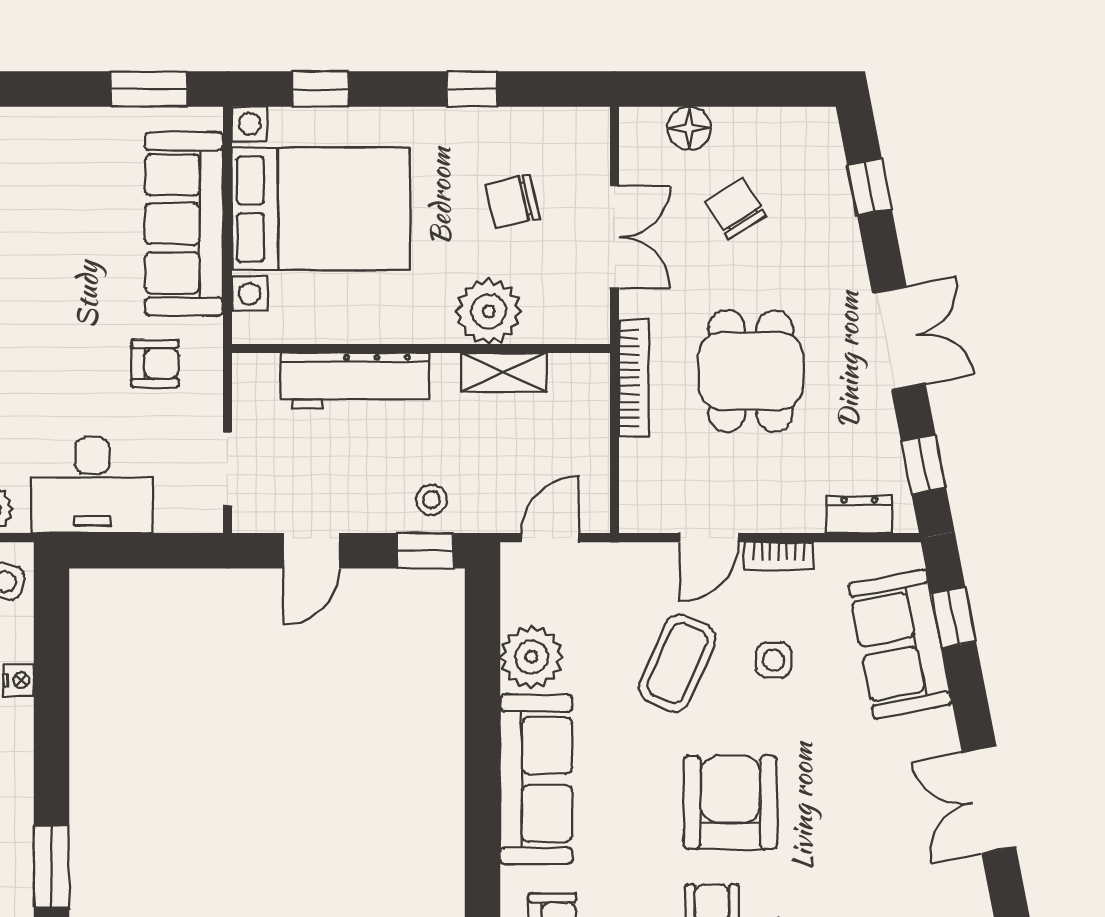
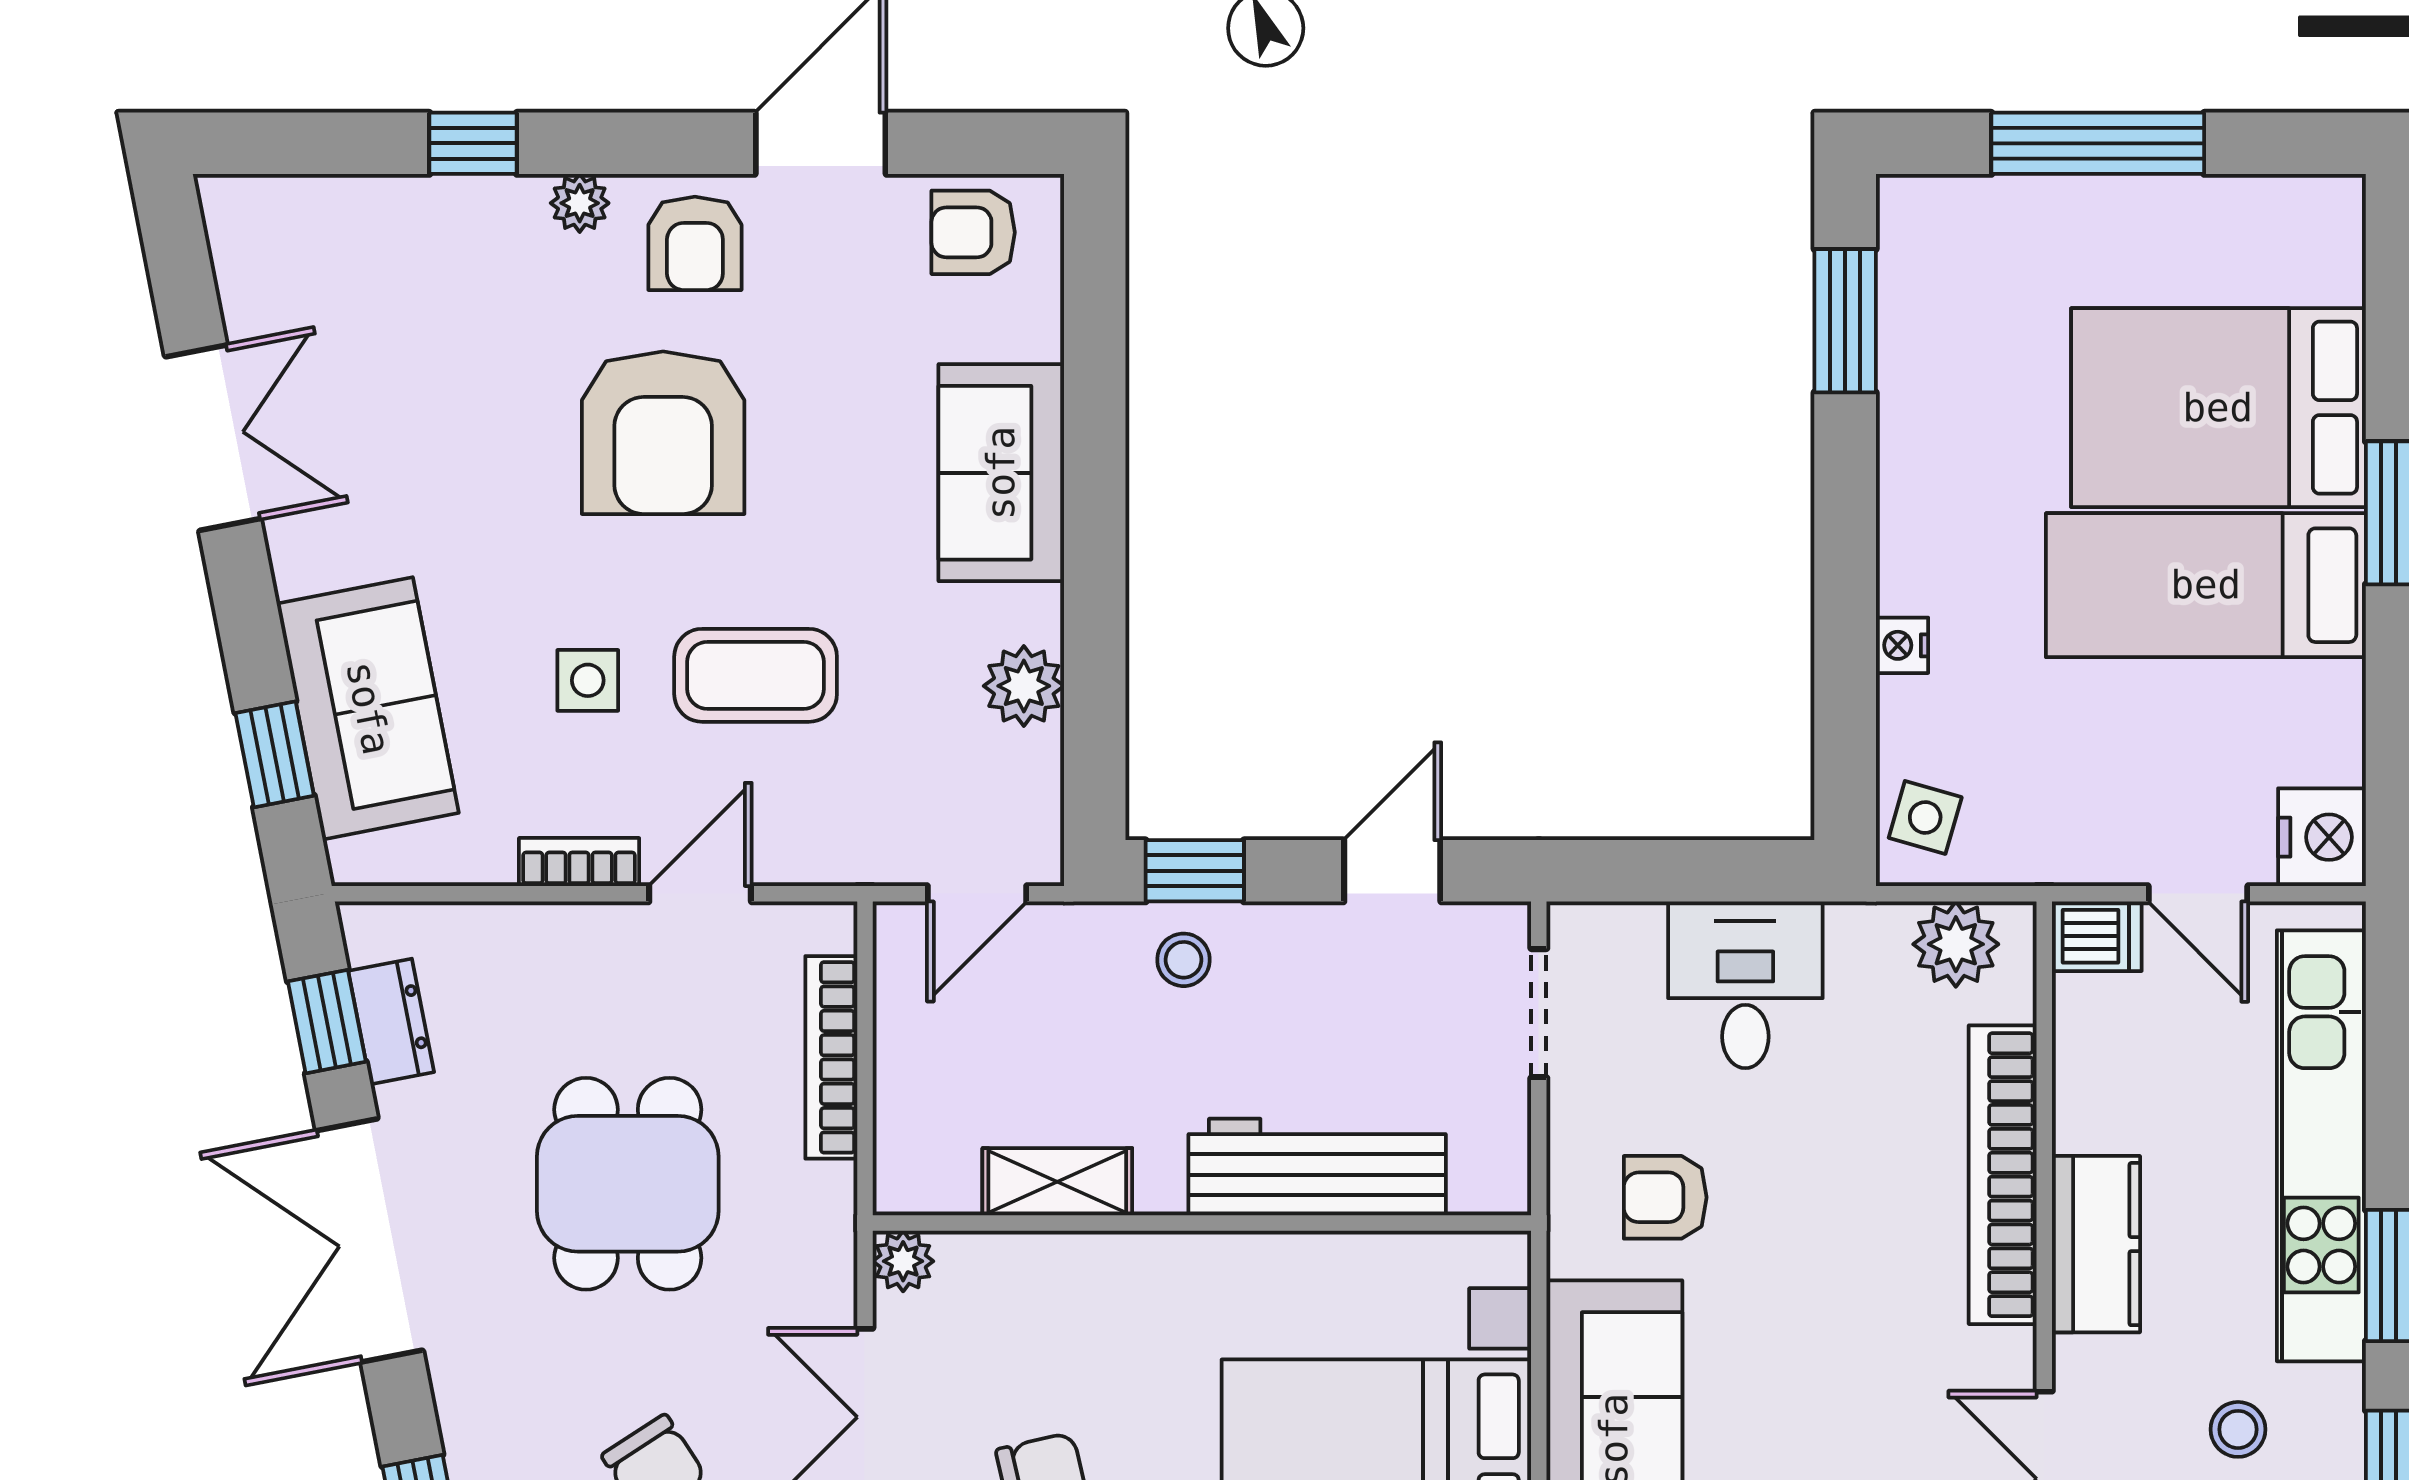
plant: (489, 311) -> (903, 1261), moved, width x0.53, depth x0.53
double door: (899, 339) -> (370, 1240), width x1.37
bookcase: (634, 378) -> (831, 1057), moved
desk: (92, 485) -> (1745, 985), width x0.73
dresser: (859, 515) -> (391, 1021), moved, turned -101
plant: (532, 657) -> (1024, 686), width x0.73, depth x0.73
coffee table: (677, 663) -> (756, 675), turned 66
sofa: (536, 779) -> (1001, 473), width x0.73

